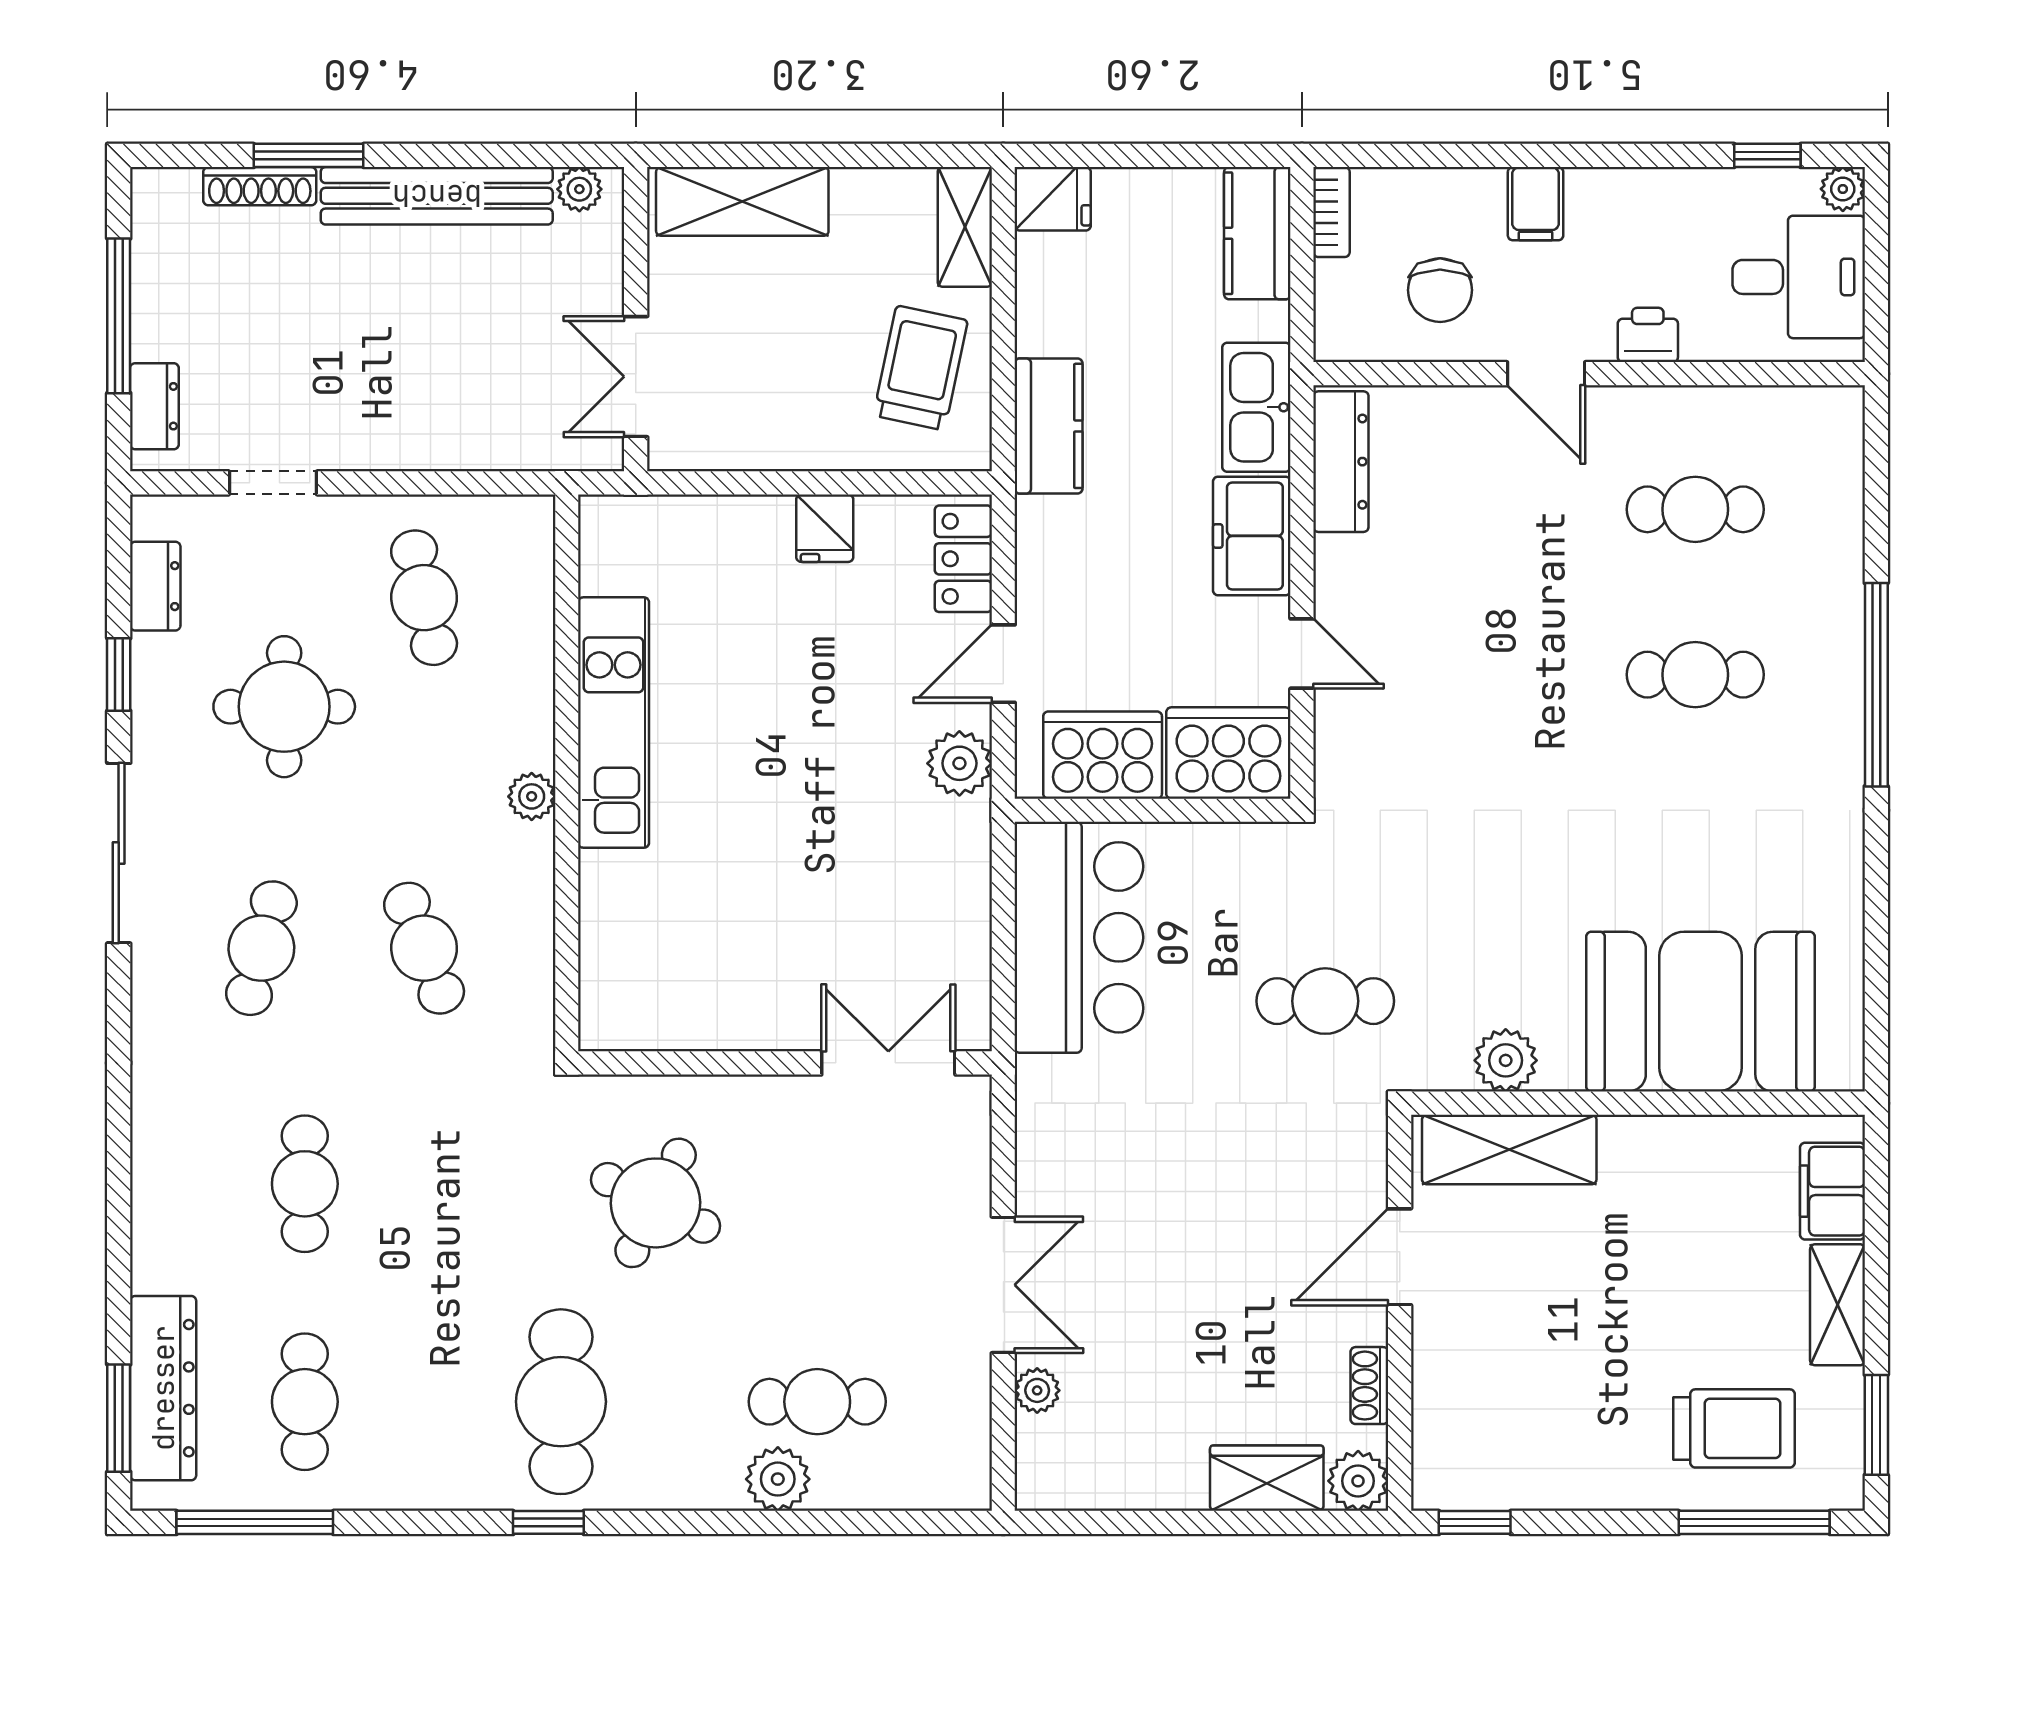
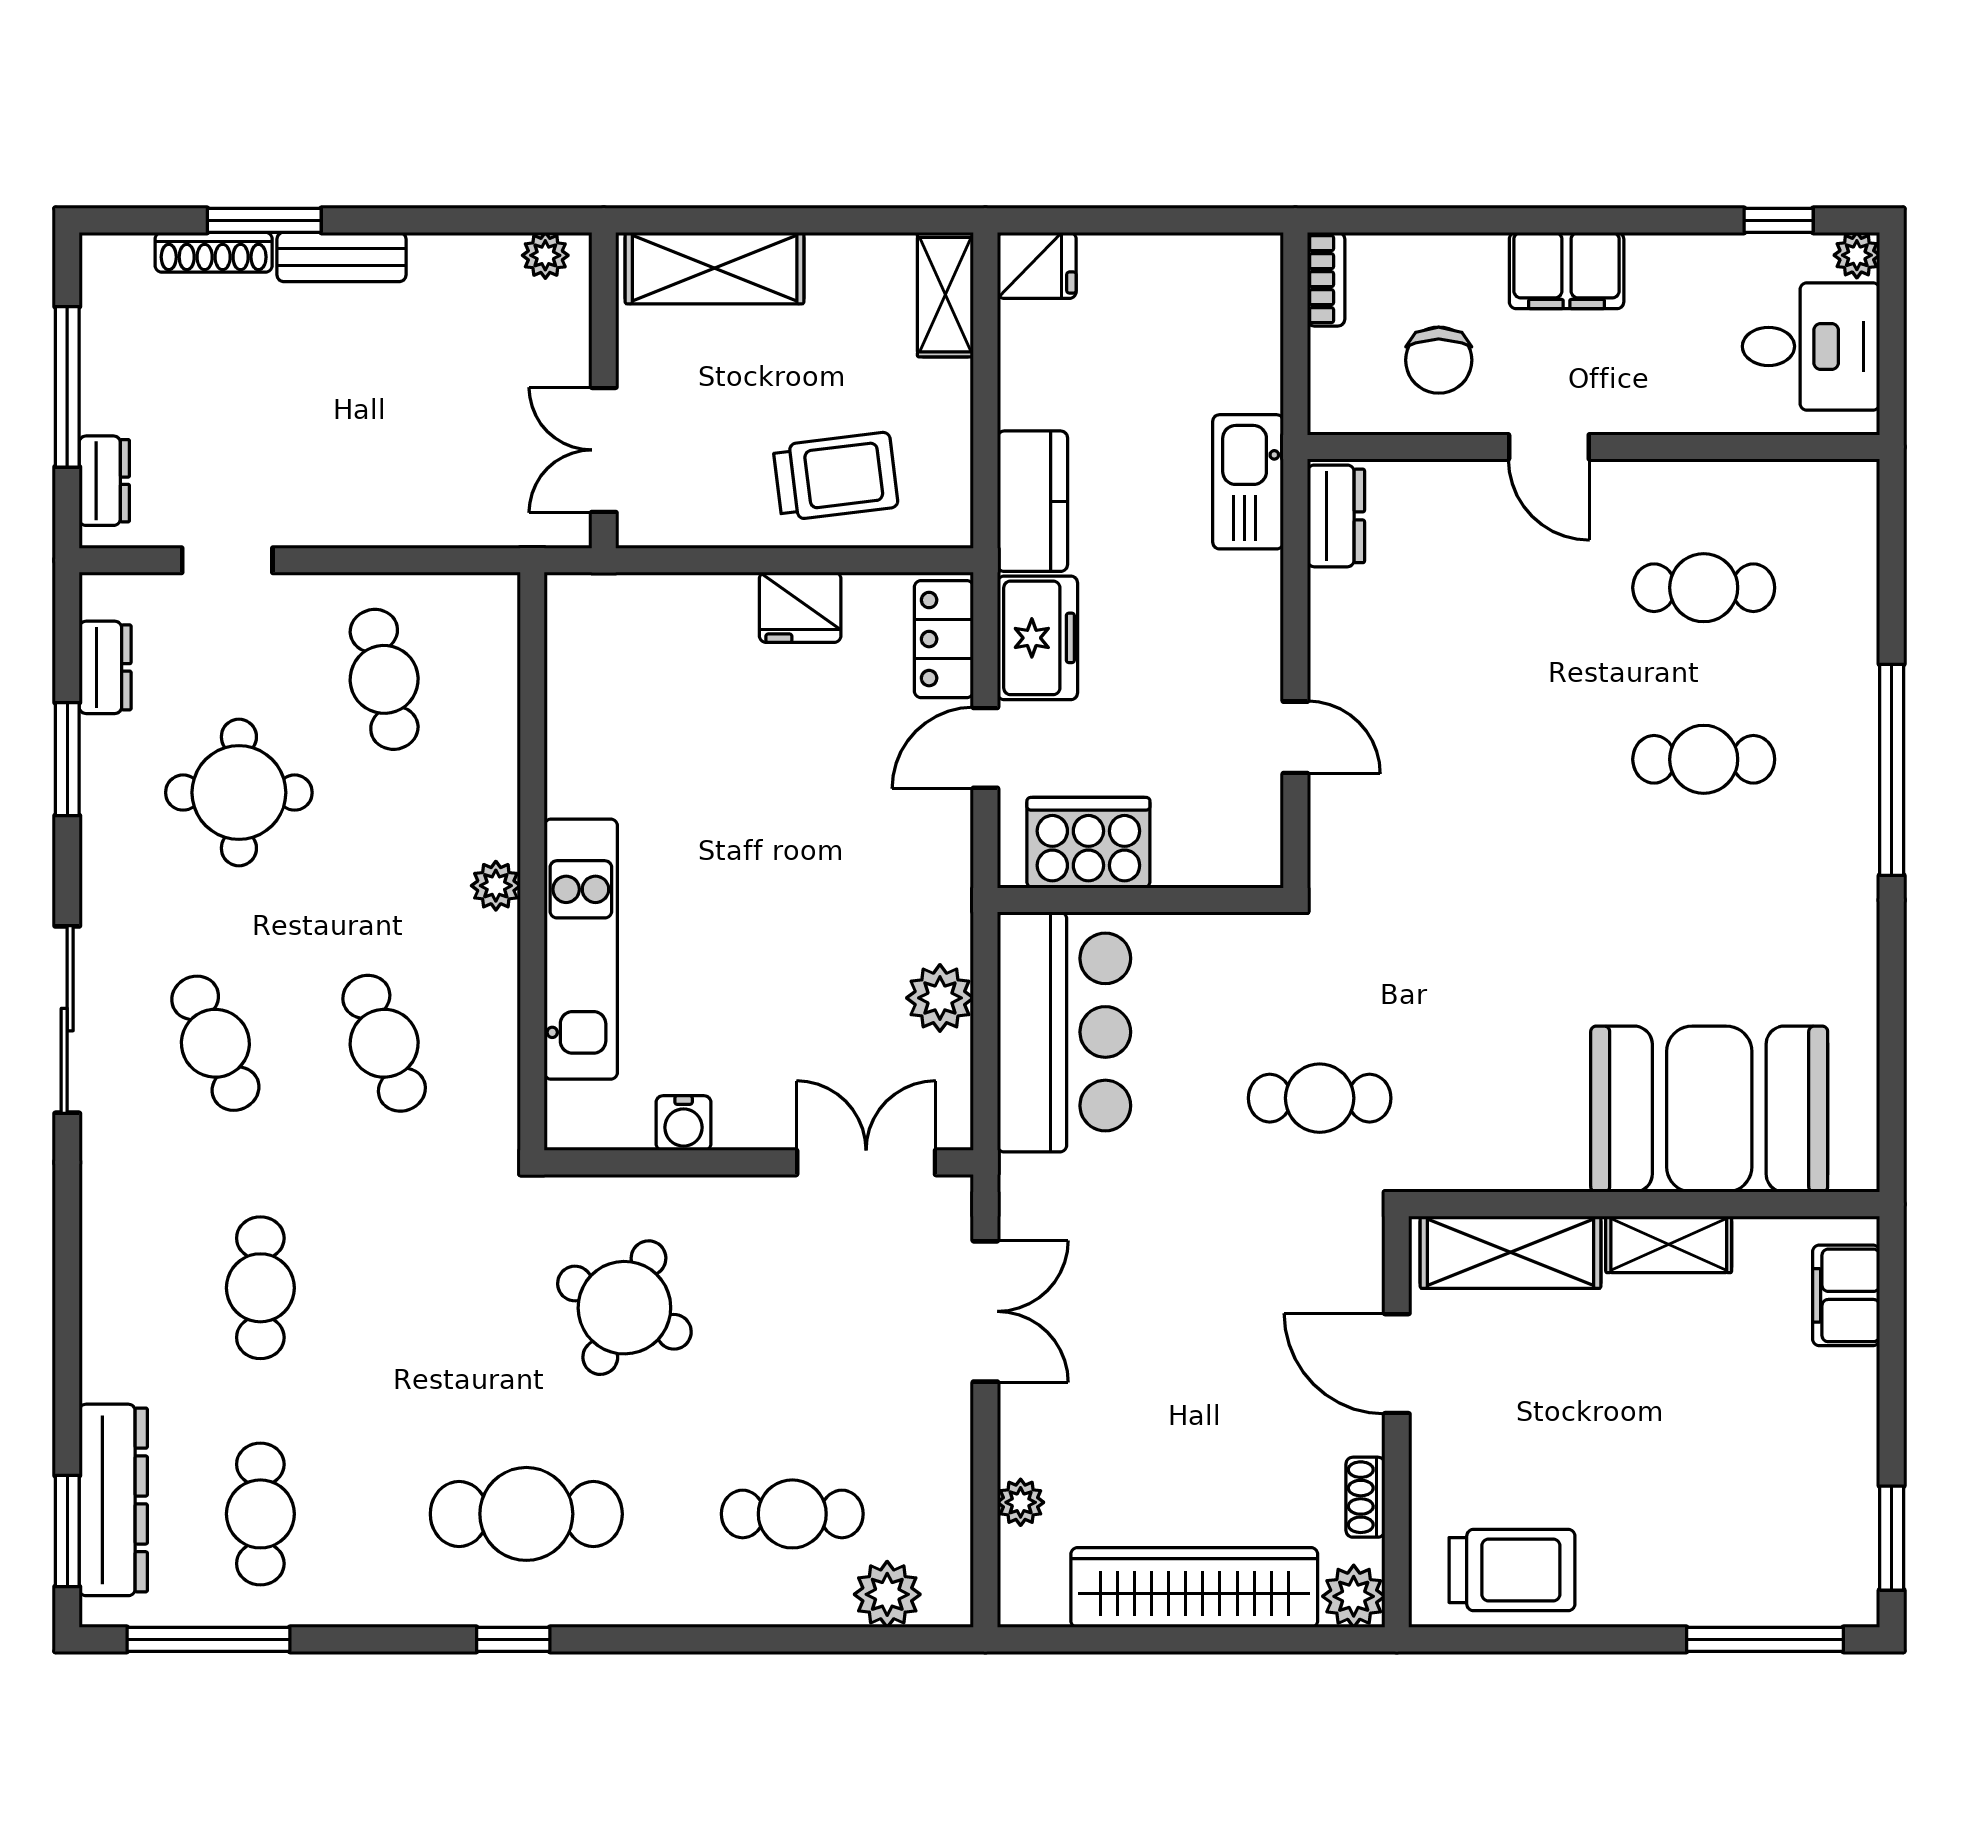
bench: (437, 196) -> (342, 257), width x0.54, depth x0.82
filing cabinet: (1536, 204) -> (1567, 270), width x2.00
kitchen counter: (1257, 233) -> (1249, 301), removed
printer: (1648, 335) -> (1654, 407), removed
trolley: (921, 368) -> (836, 476), moved, turned 71
dresser: (1341, 462) -> (1336, 516), width x0.70
fridge: (825, 528) -> (800, 607), width x1.38
freezer: (1252, 536) -> (1037, 638), moved, turned 180
window: (119, 674) -> (67, 759), width x1.50
kitchen unit: (614, 723) -> (581, 949), moved
cooker: (1228, 753) -> (1219, 841), removed
plant: (959, 763) -> (940, 998), moved
sliding door: (119, 853) -> (67, 1020), moved
cafe table: (261, 948) -> (215, 1043), turned -39
water cooler: (712, 1025) -> (684, 1123), added
plant: (1506, 1060) -> (1507, 1160), removed
door: (1400, 1257) -> (1397, 1364), hinge flipped
double door: (1003, 1285) -> (985, 1311), moved
shelving: (1838, 1305) -> (1669, 1244), moved, turned 90
cafe table: (561, 1402) -> (526, 1514), turned 90
trolley: (1734, 1428) -> (1512, 1570), moved
wardrobe: (1267, 1478) -> (1194, 1587), width x2.10, depth x1.17
plant: (778, 1479) -> (887, 1594), moved
window: (1475, 1522) -> (1475, 1639), removed

